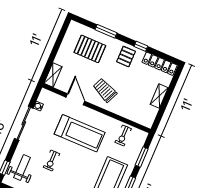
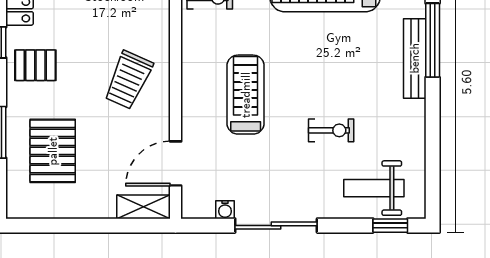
door: (75, 99) -> (176, 164), moved
treadmill: (80, 133) -> (246, 95), width x0.73, depth x0.73

